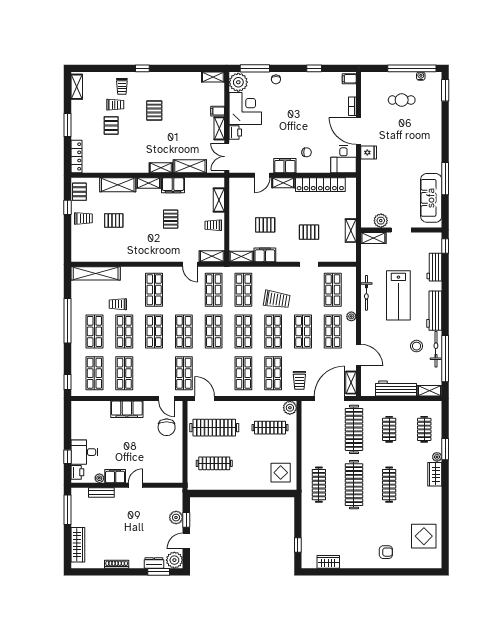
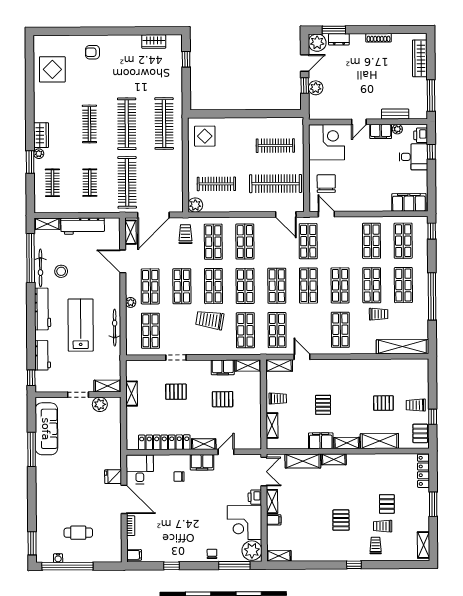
filing cabinet: (127, 409) -> (409, 202), moved
corner desk: (166, 466) -> (327, 142), added
clothes rail: (319, 485) -> (164, 124), width x1.37, depth x1.31

